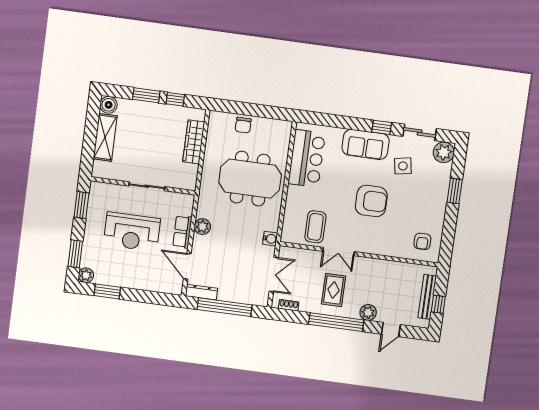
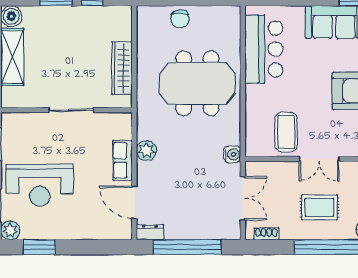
wardrobe: (194, 142) -> (122, 68), moved
reception desk: (132, 232) -> (40, 185), moved
rug: (334, 290) -> (319, 207), turned 90
dresser: (201, 292) -> (150, 232), width x0.70

